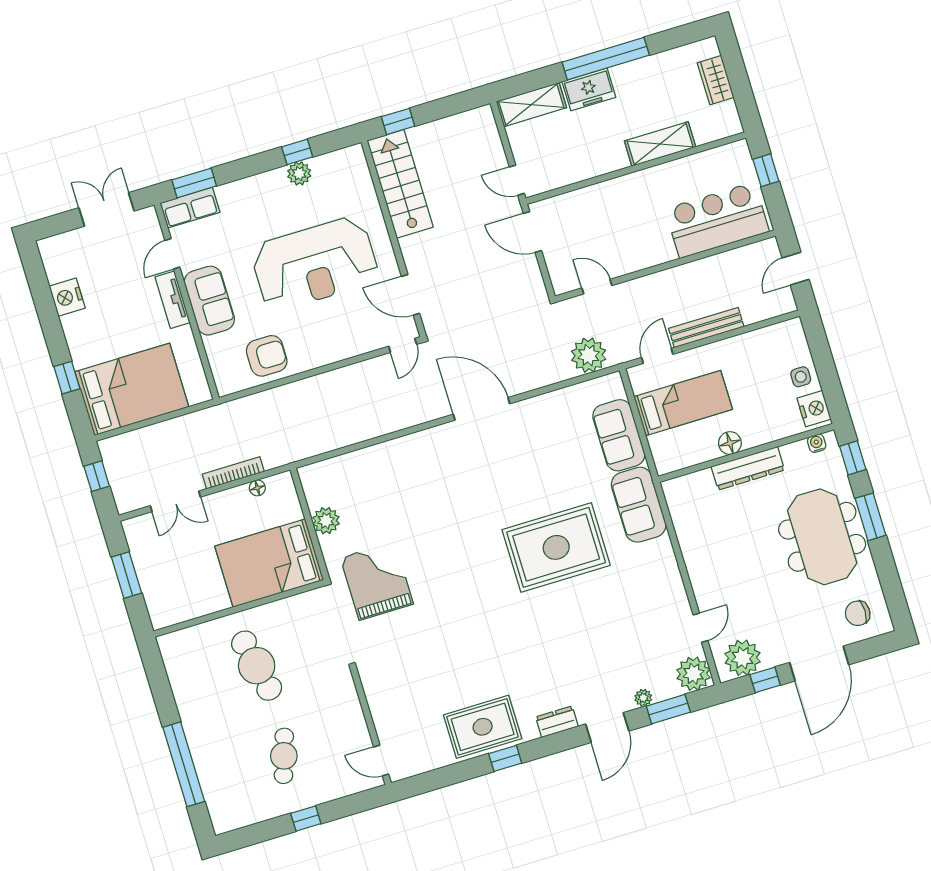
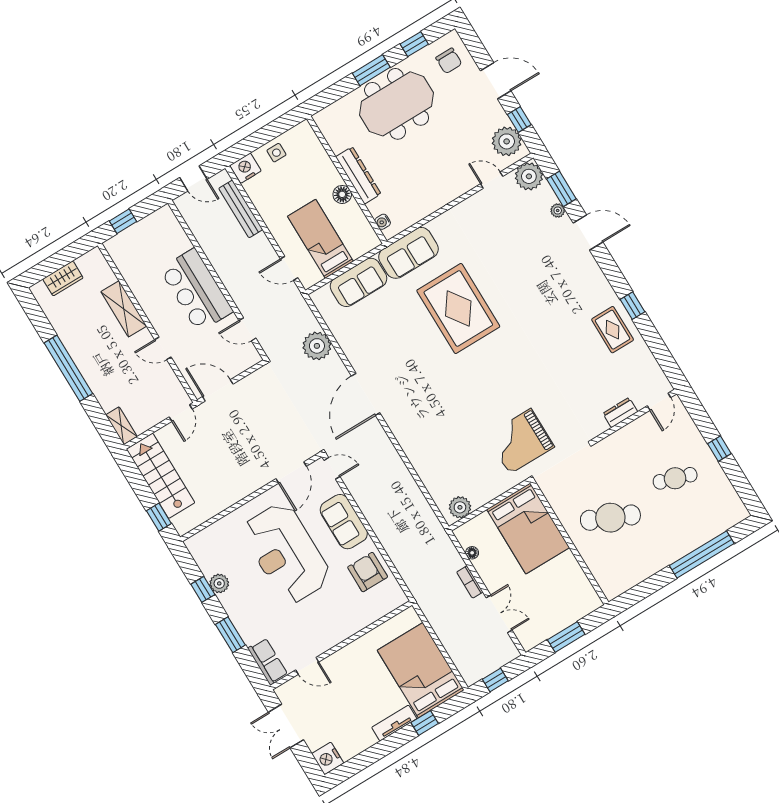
freezer: (589, 89) -> (96, 375), removed
shelving: (531, 105) -> (121, 426), width x0.67, depth x0.75
door: (600, 179) -> (163, 348), added
window: (194, 183) -> (230, 635), moved
stairs: (400, 184) -> (161, 476), moved, turned 90
bar counter: (717, 220) -> (196, 290), moved
door: (532, 232) -> (218, 390), swing flipped
reception desk: (315, 264) -> (286, 553), turned 180
door: (597, 287) -> (247, 329), hinge flipped
nightstand: (67, 297) -> (328, 758), moved, turned 90
tv unit: (172, 300) -> (394, 723), moved, turned 180
sofa: (209, 301) -> (344, 522), moved, turned -90
bench: (706, 328) -> (241, 209), moved
plant: (589, 355) -> (317, 346), moved
nightstand: (814, 409) -> (246, 168), moved
water cooler: (817, 443) -> (383, 222), moved
window: (853, 458) -> (414, 44), moved
bookcase: (233, 473) -> (470, 582), width x0.64
plant: (326, 521) -> (460, 507), moved
door: (819, 664) -> (496, 81), width x0.73
cafe table: (257, 666) -> (610, 518), turned 36
dresser: (557, 722) -> (620, 413), moved, turned 90
rug: (483, 727) -> (613, 330), width x0.73, depth x0.70

